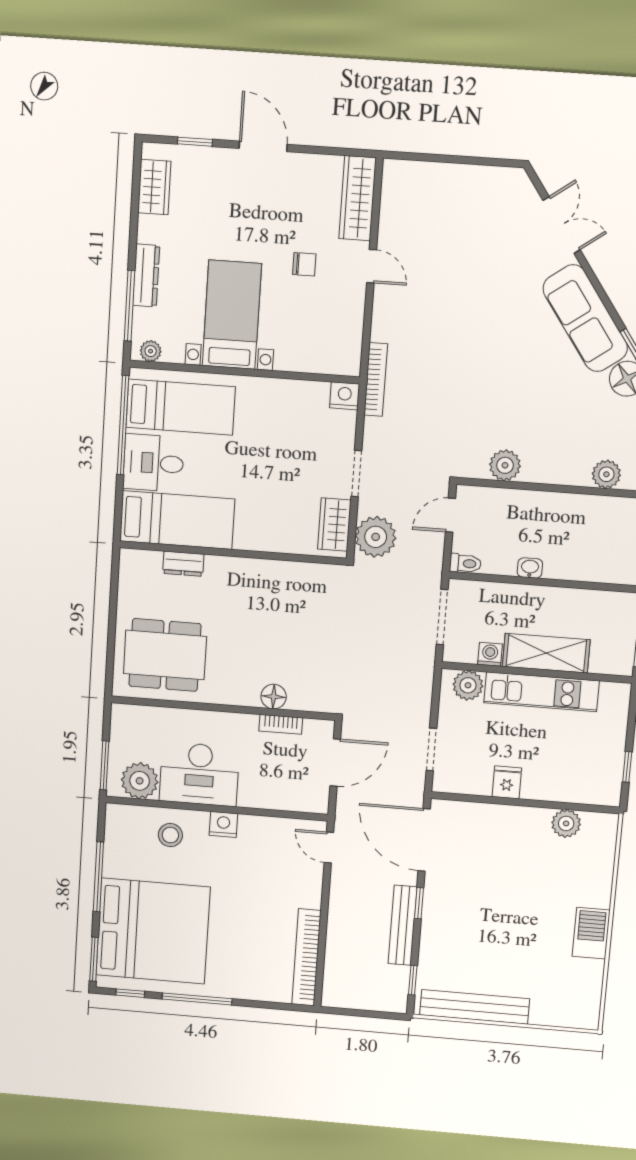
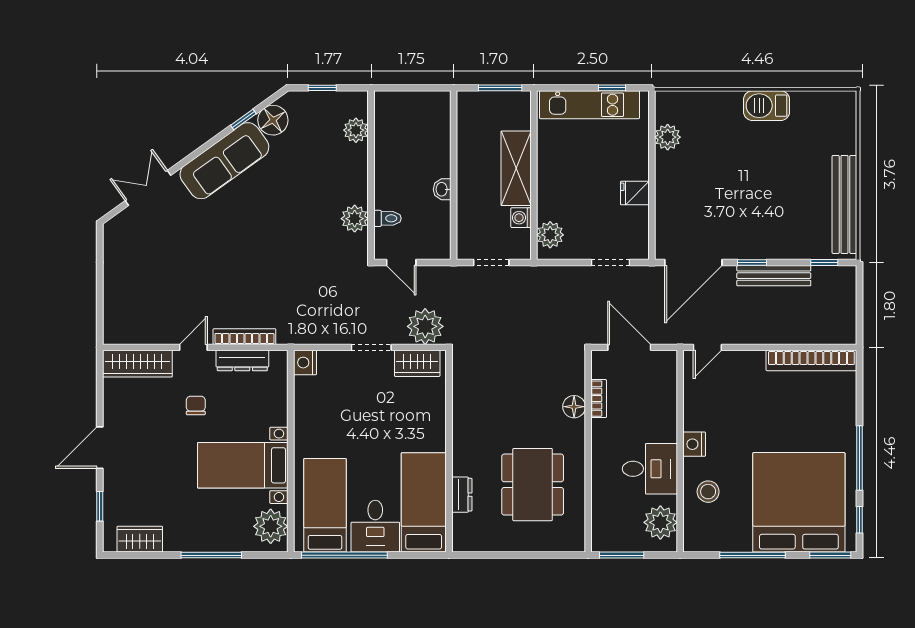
dresser: (146, 275) -> (242, 361), moved, turned 180
window: (129, 306) -> (211, 555), moved
plant: (151, 351) -> (271, 526), width x1.87, depth x1.87
bookcase: (376, 379) -> (244, 337), moved
toilet: (465, 563) -> (387, 218), moved, turned 90
doorway: (442, 617) -> (491, 262), width x0.73
dining table: (165, 655) -> (533, 485), moved
kitchen unit: (541, 692) -> (590, 105), moved, turned 90
window: (104, 765) -> (622, 555), moved
desk: (199, 774) -> (650, 469), width x0.73

